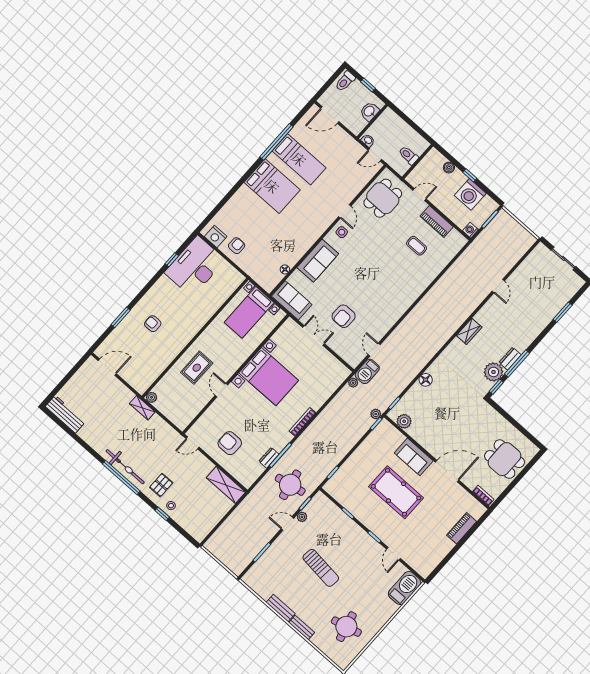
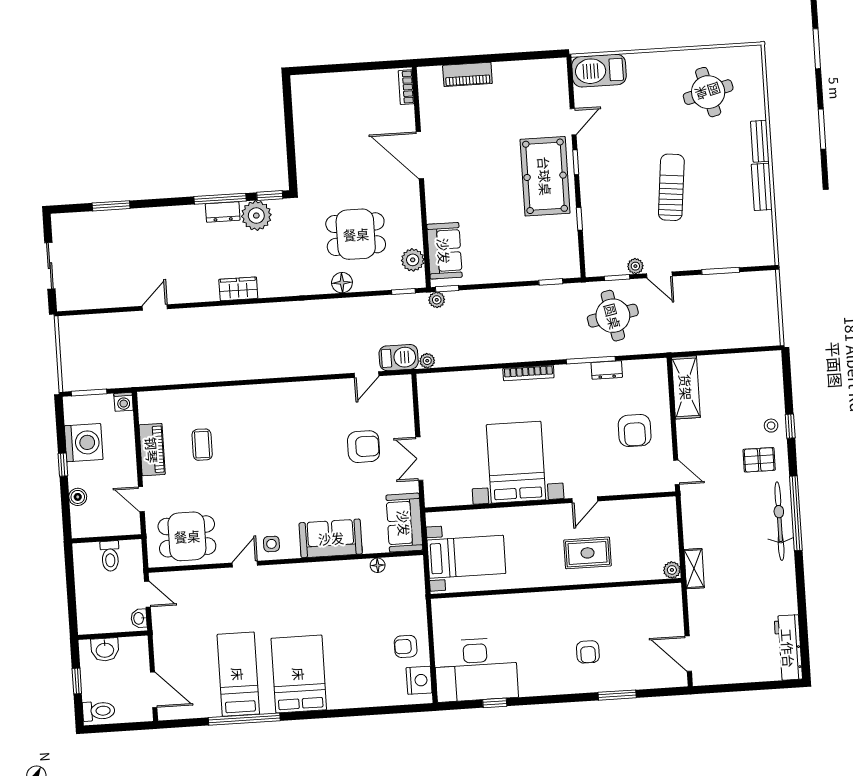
sofa: (414, 457) -> (444, 251), moved
dining table: (504, 459) -> (356, 234), moved, turned 90
pool table: (396, 492) -> (545, 176), moved

